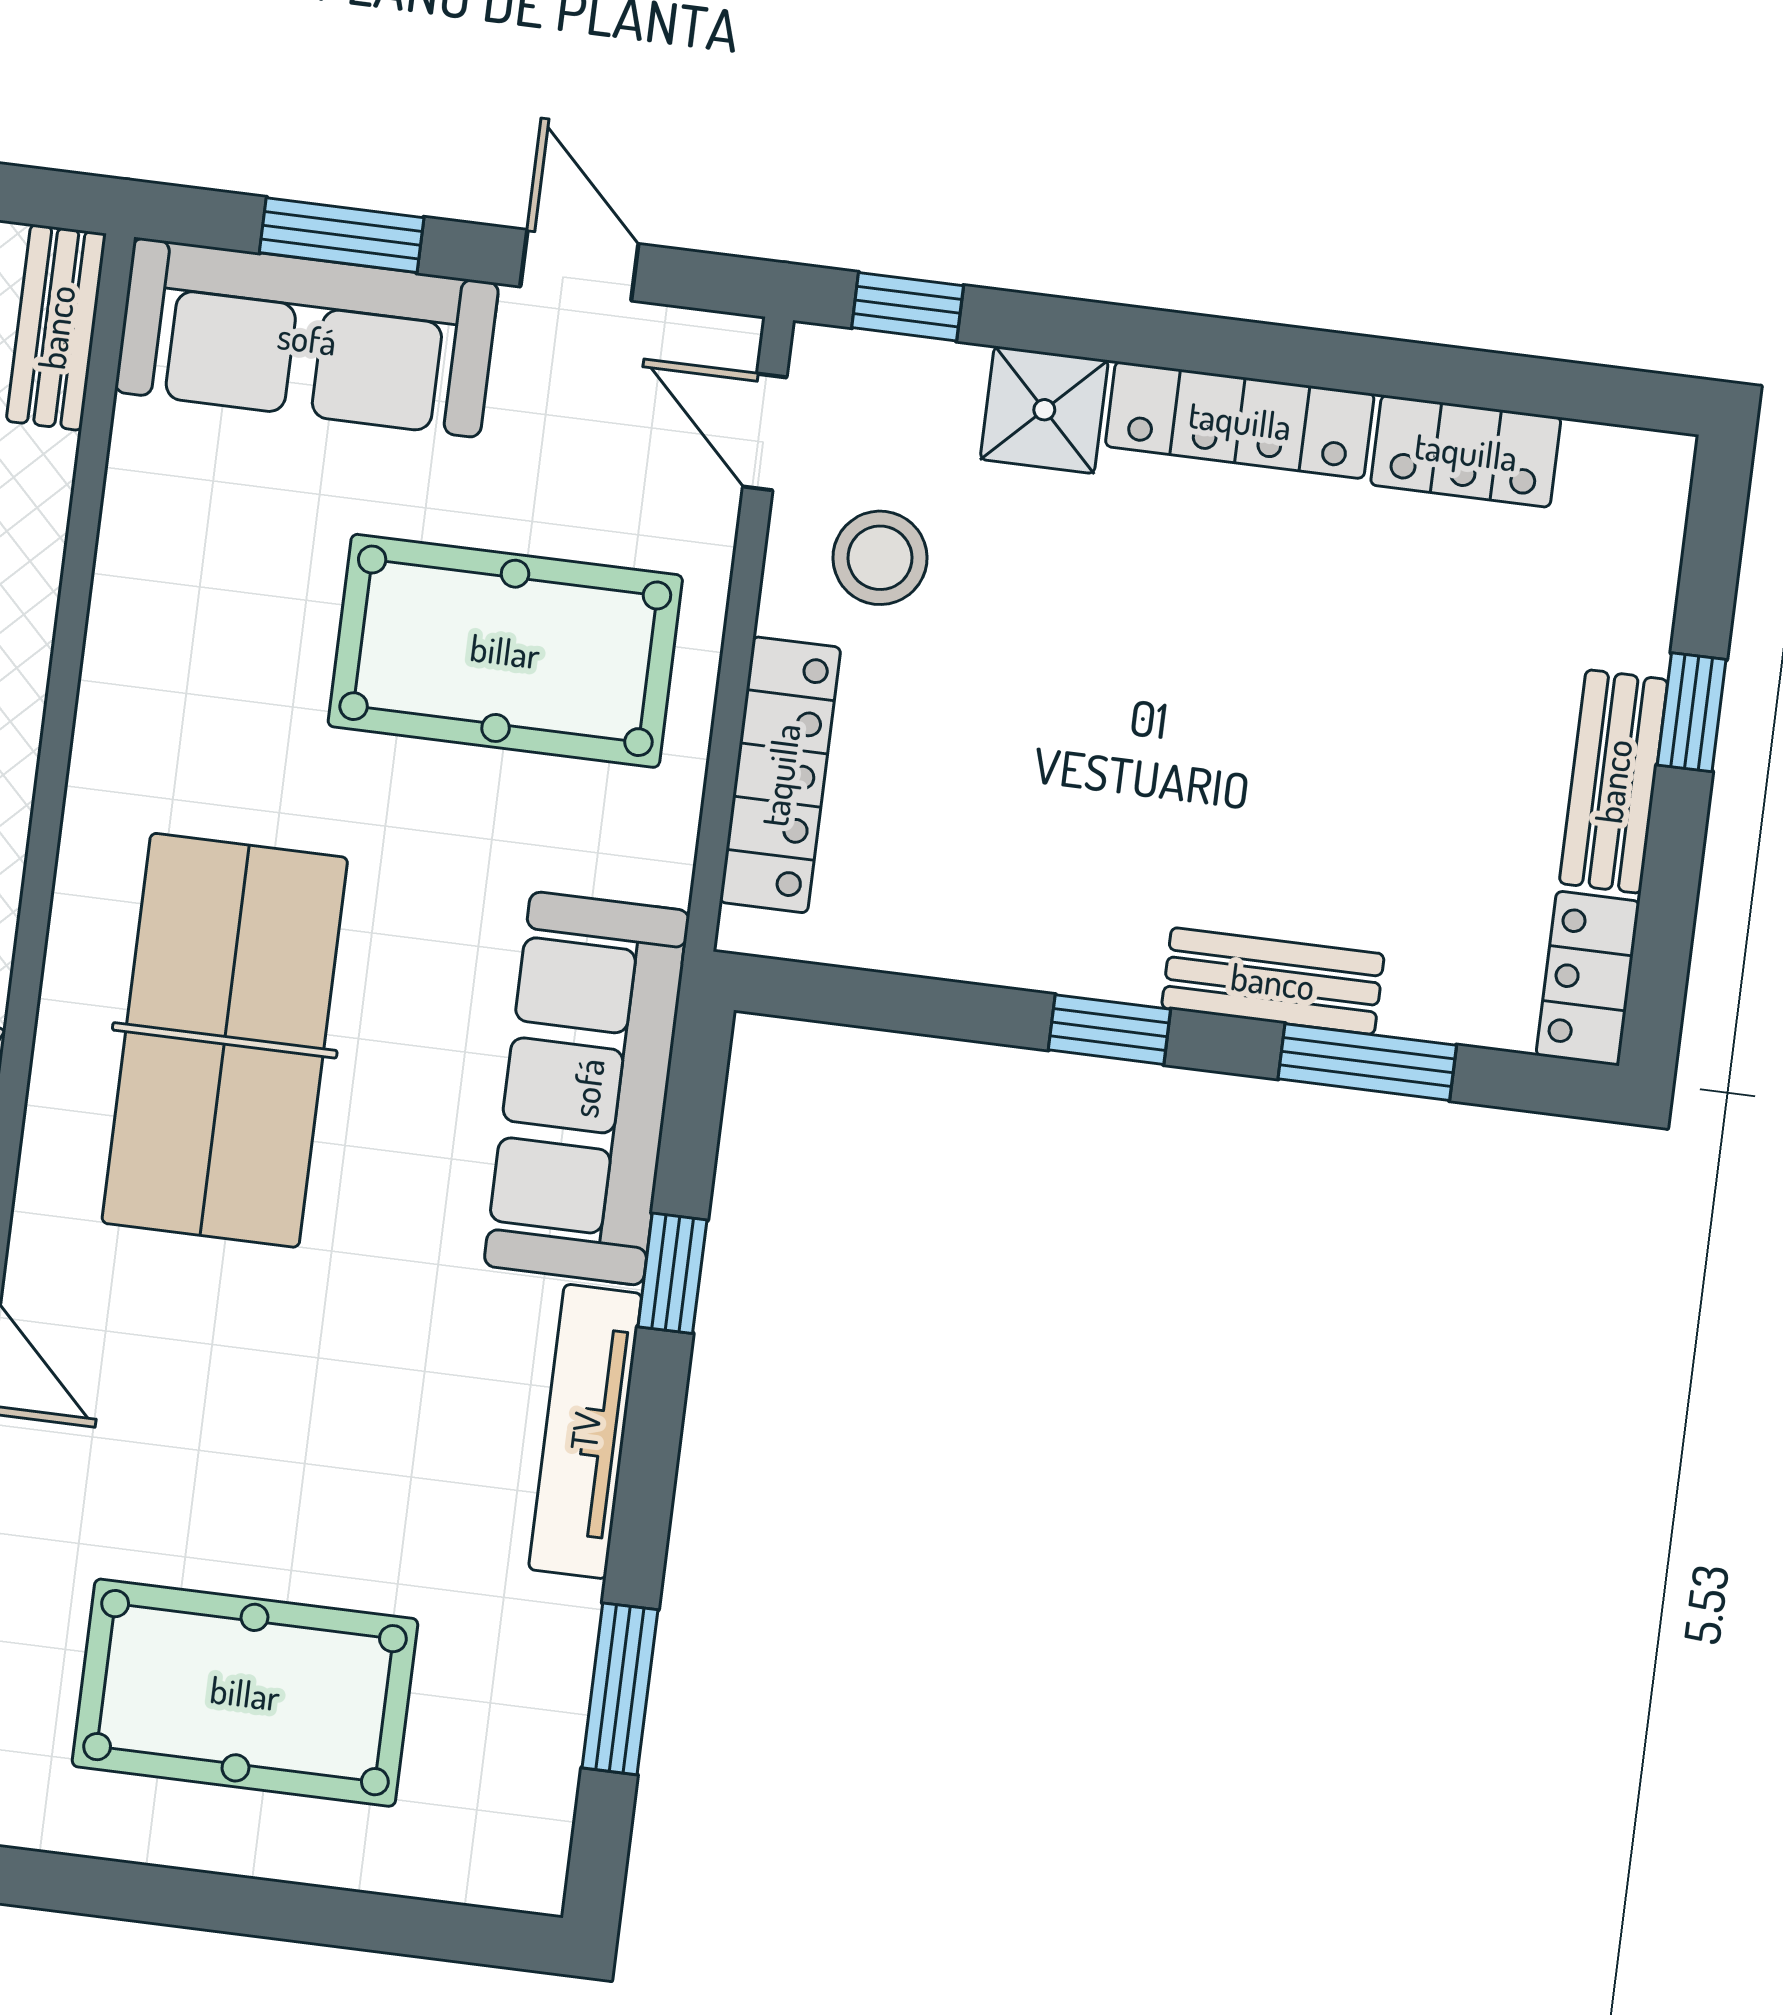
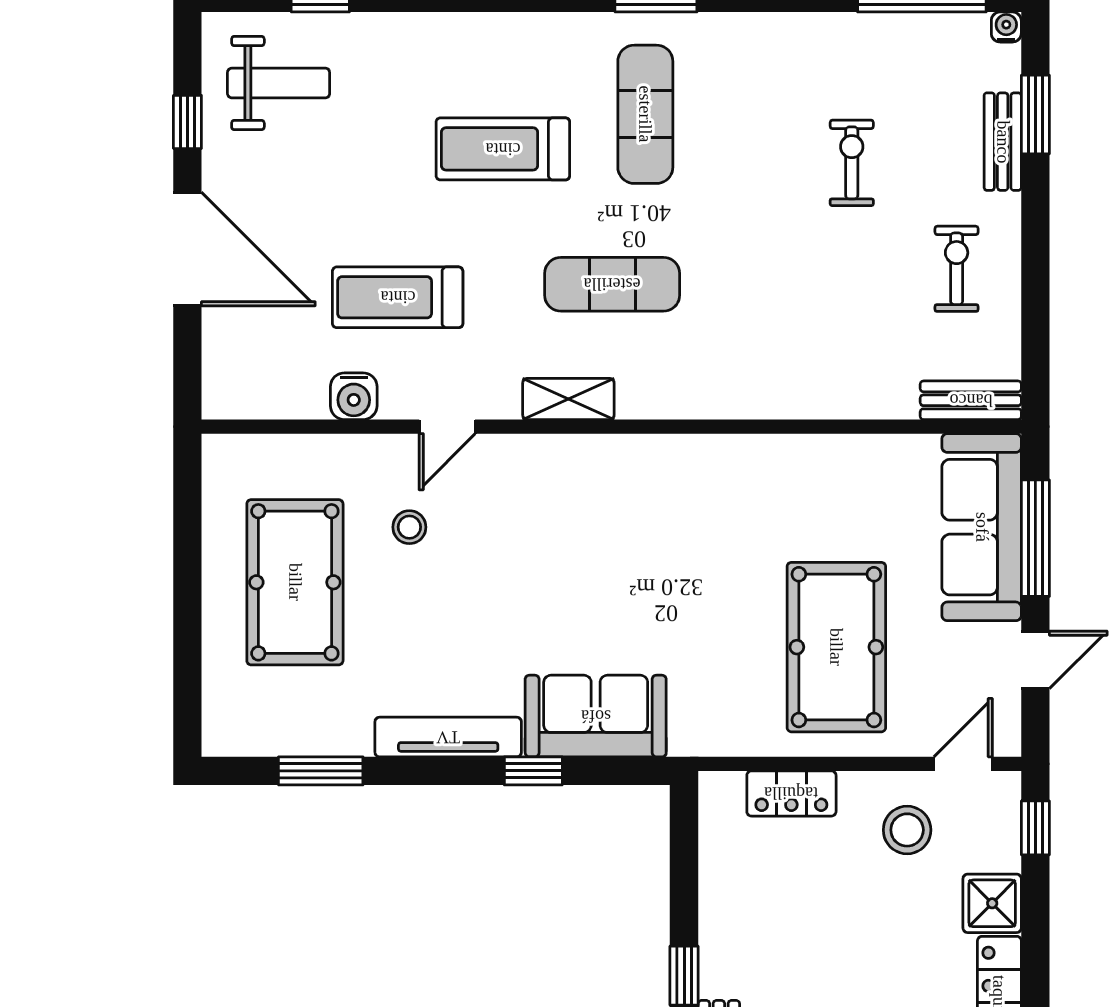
window: (342, 235) -> (1035, 538), width x1.44
locker: (780, 775) -> (791, 793), width x0.66
table tennis table: (225, 1040) -> (622, 531), removed
sofa: (587, 1088) -> (596, 716), width x0.73
stool: (166, 1455) -> (409, 527), added

